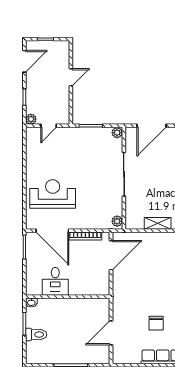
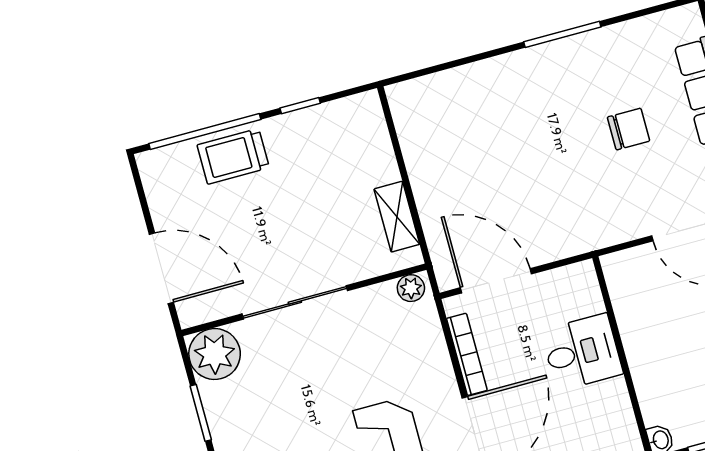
plant: (117, 133) -> (215, 354), width x1.88, depth x1.88
shelving: (158, 223) -> (397, 217), moved
desk: (55, 281) -> (582, 352), moved

